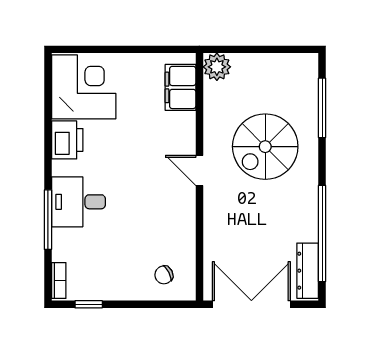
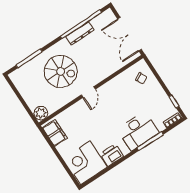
filing cabinet: (181, 87) -> (55, 133), moved, turned -90
desk: (79, 202) -> (138, 131), width x1.37
dresser: (308, 271) -> (80, 33), moved

